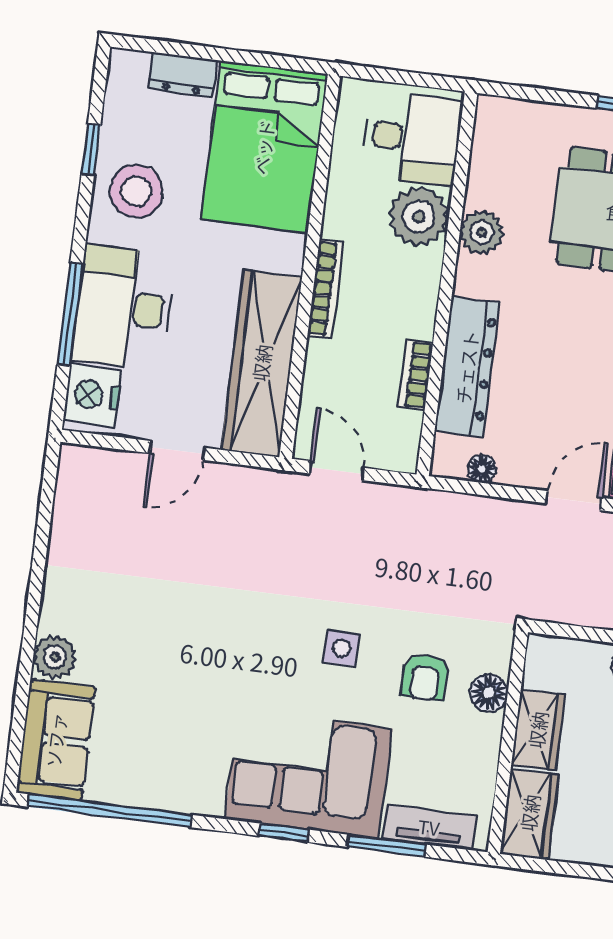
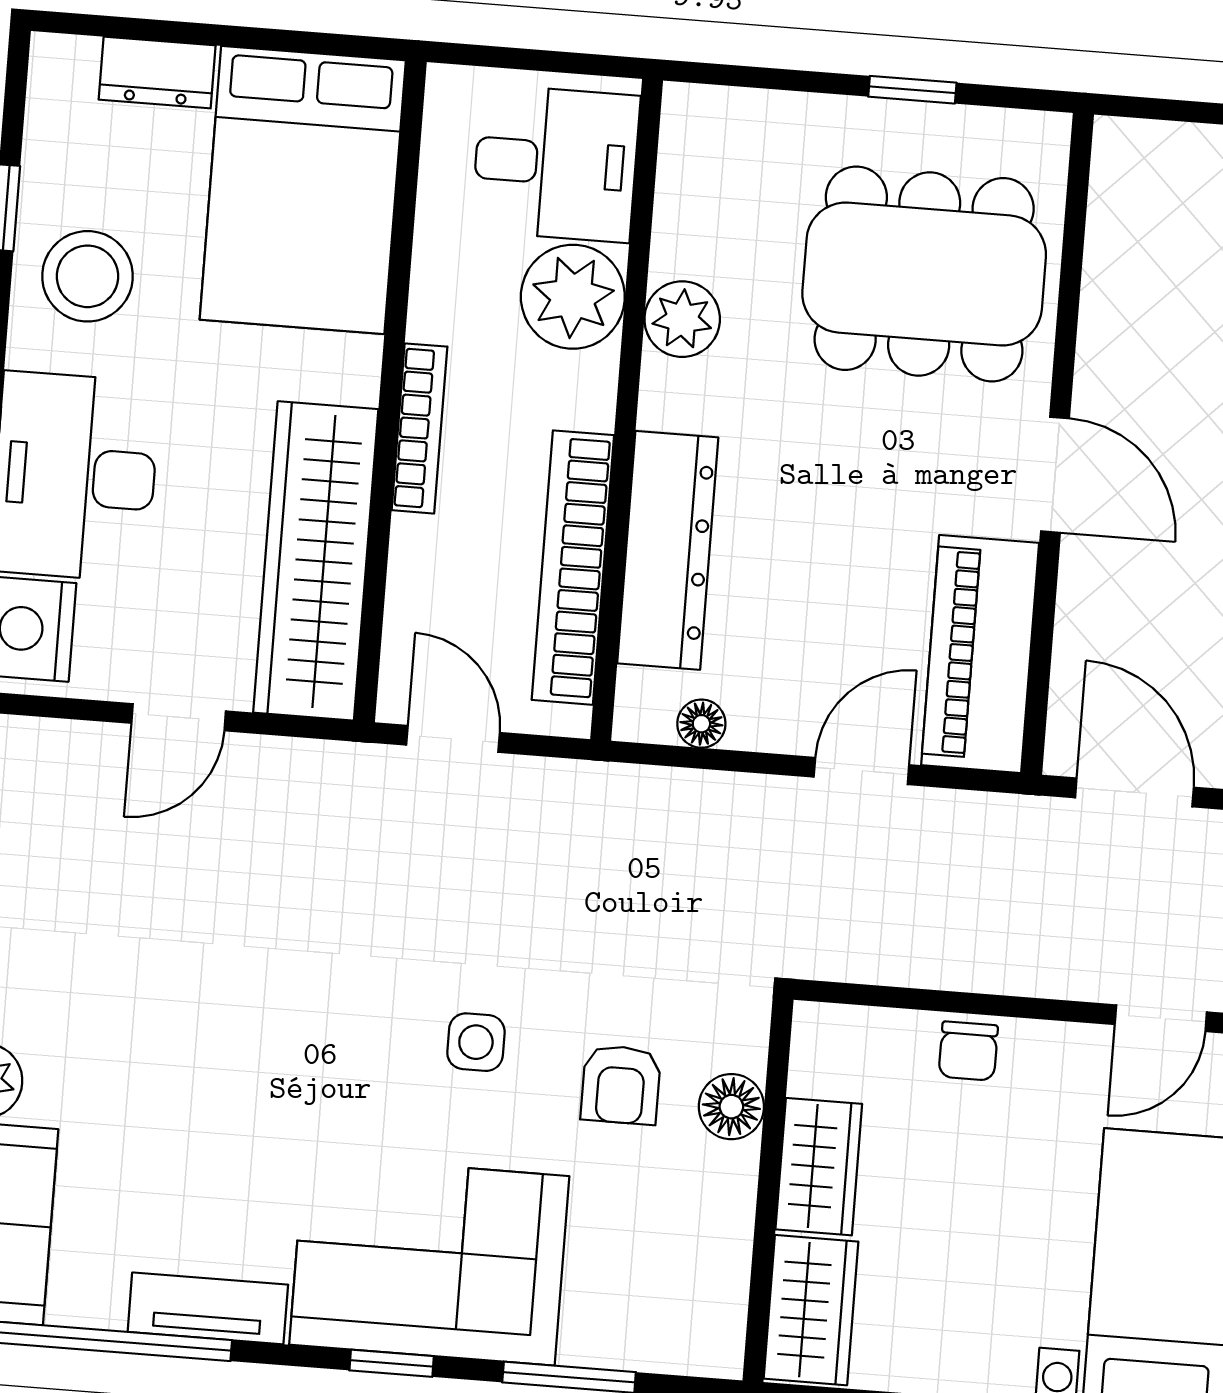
bookcase: (416, 375) -> (573, 568), width x2.31, depth x1.31
tv unit: (429, 827) -> (208, 1308), moved

